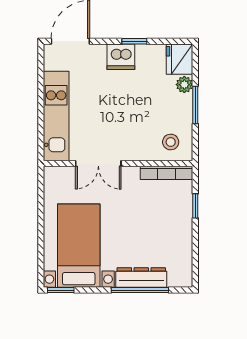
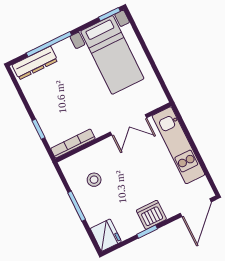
plant: (184, 85) -> (93, 218), removed
stool: (171, 142) -> (94, 180), moved
double door: (98, 164) -> (128, 125), swing flipped
dresser: (141, 278) -> (35, 63), moved

